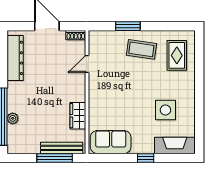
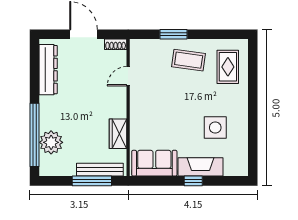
plant: (13, 118) -> (51, 142), width x1.87, depth x1.87
fireplace: (175, 145) -> (200, 167), moved

